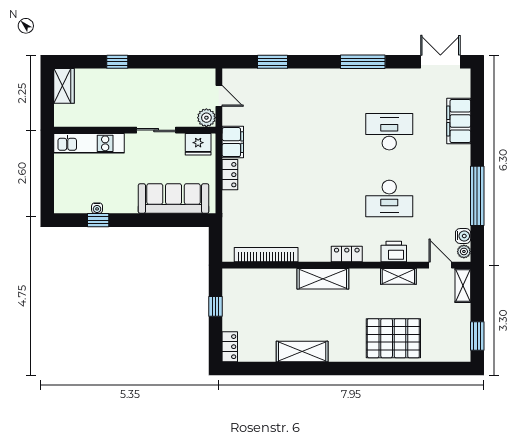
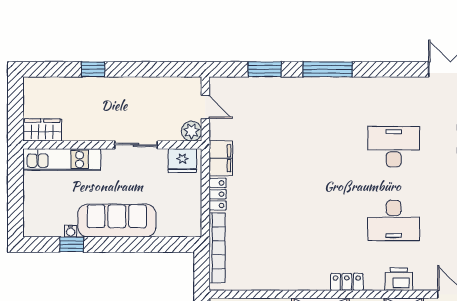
window: (363, 62) -> (328, 69), moved
wardrobe: (64, 86) -> (42, 130), moved, turned -90
sofa: (174, 198) -> (117, 221), moved
bookcase: (266, 255) -> (217, 248), moved, turned 90

